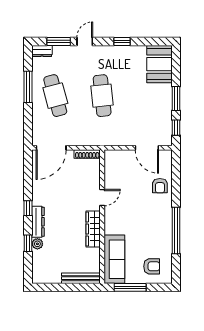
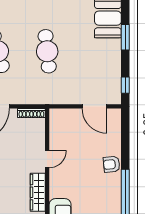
window: (176, 99) -> (125, 37), moved
armchair: (160, 186) -> (112, 164), moved, turned 85

